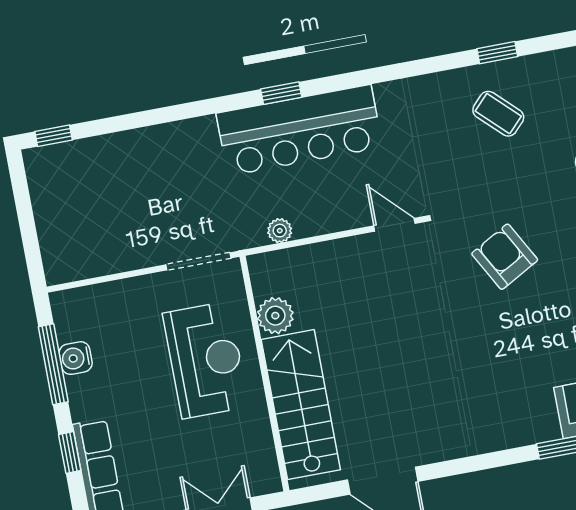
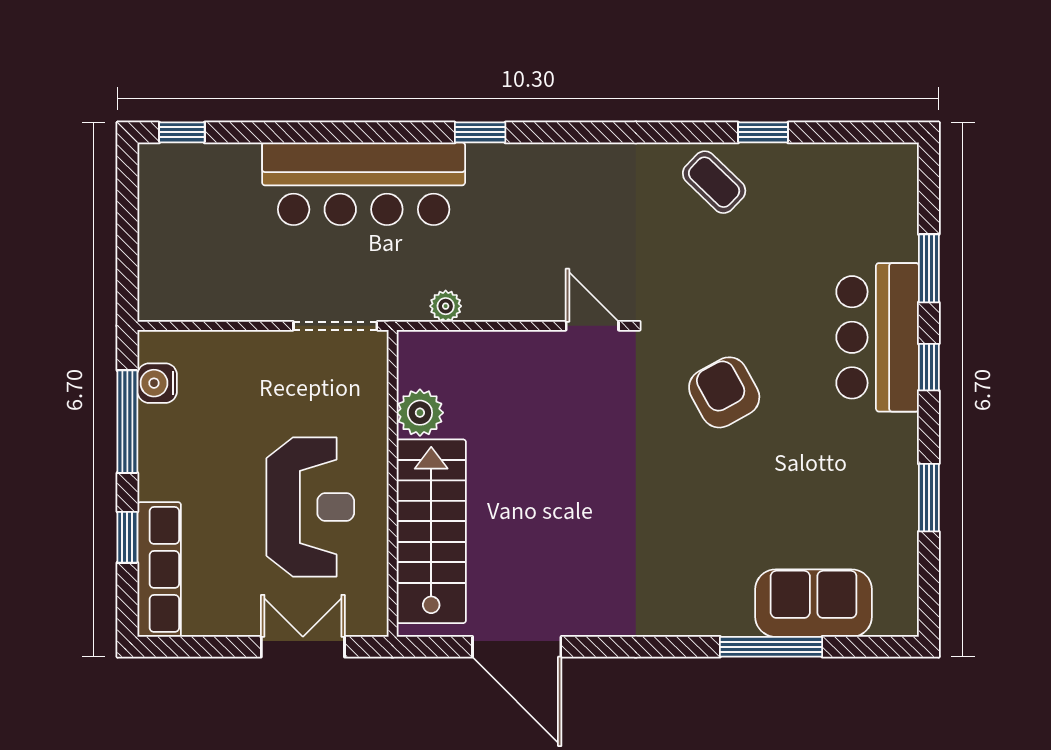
coffee table: (498, 114) -> (714, 182), moved
bar counter: (299, 130) -> (364, 184), moved
water cooler: (76, 358) -> (157, 383), moved
reception desk: (206, 360) -> (310, 507), moved

